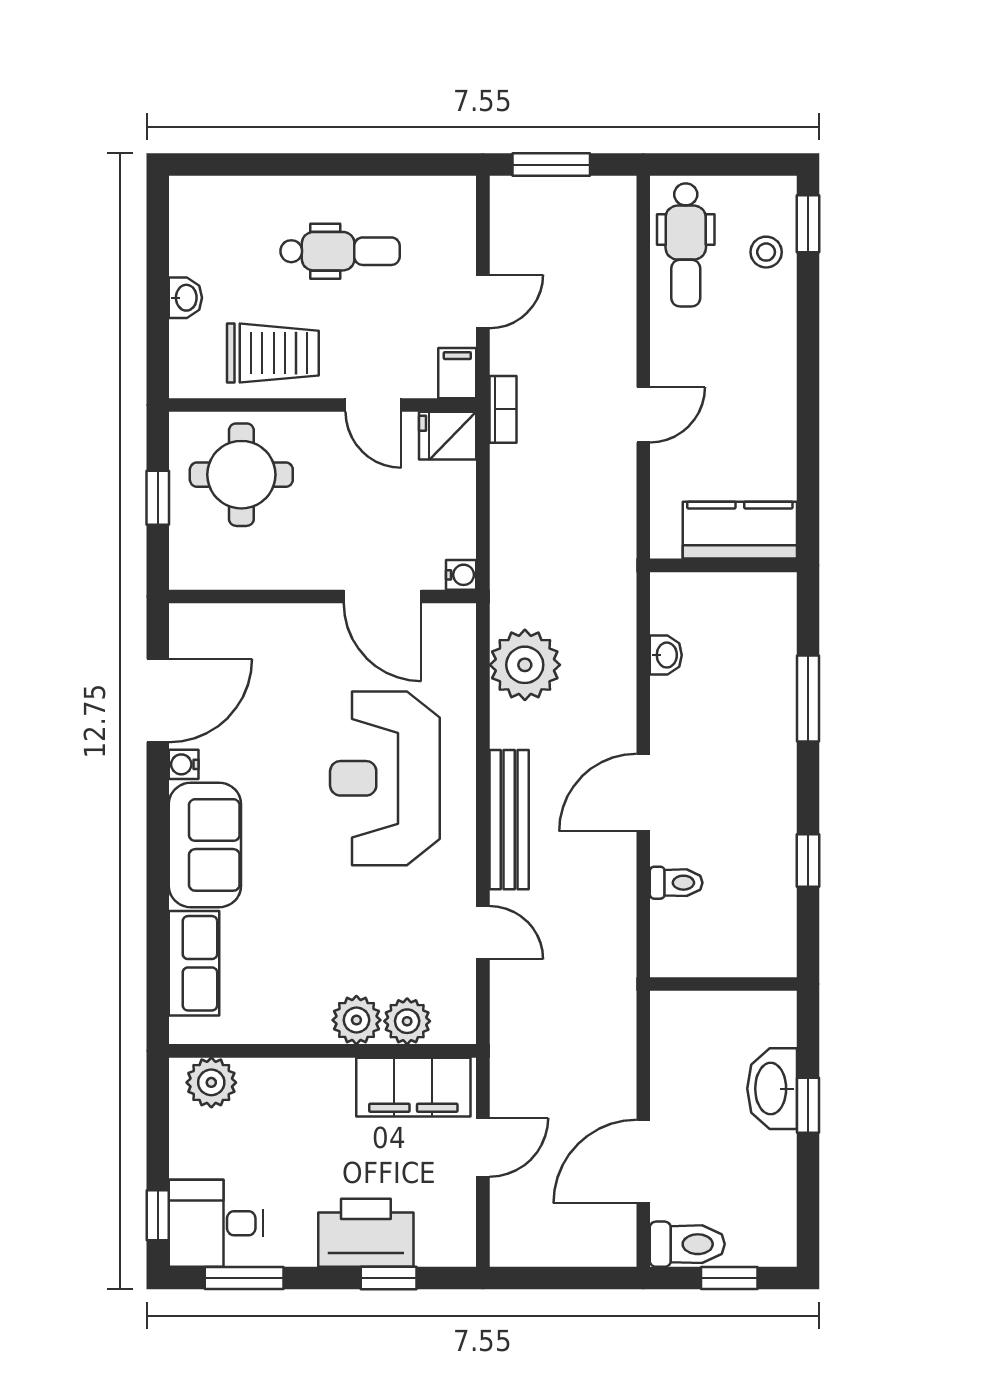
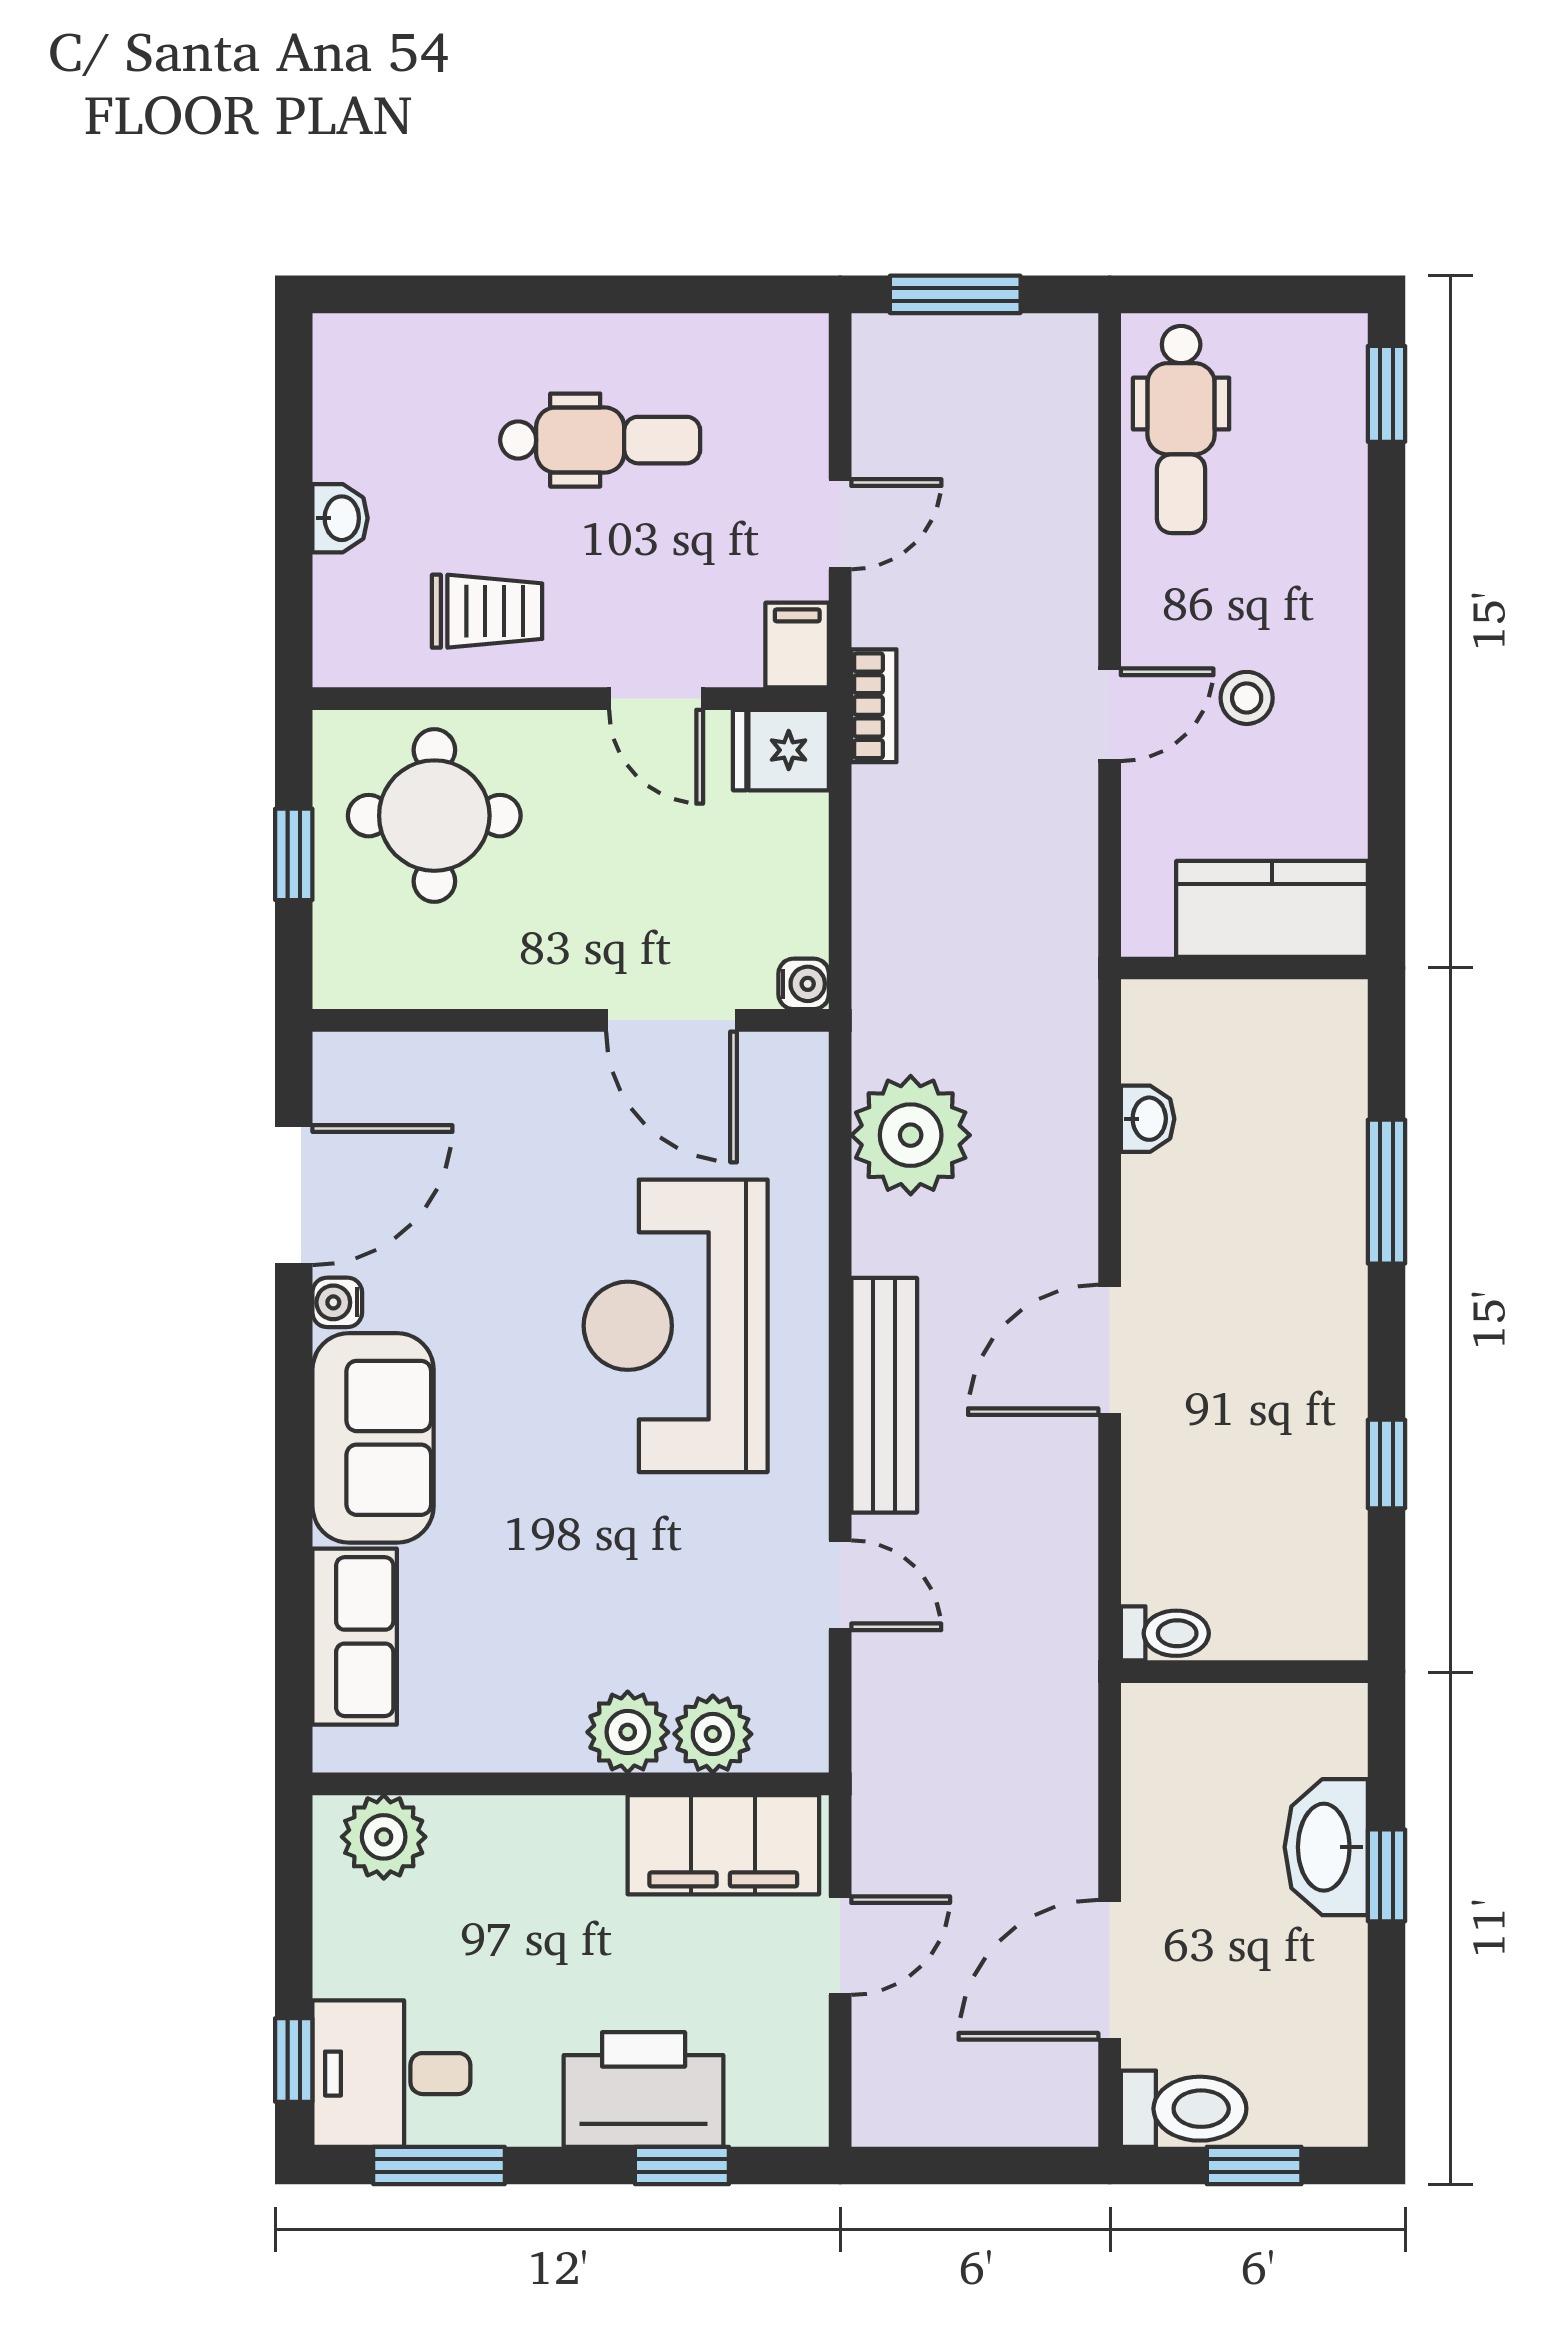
stool: (766, 252) -> (1247, 698), moved
trolley: (273, 353) -> (487, 611), width x0.73, depth x0.72
toilet: (676, 883) -> (1165, 1633), moved

